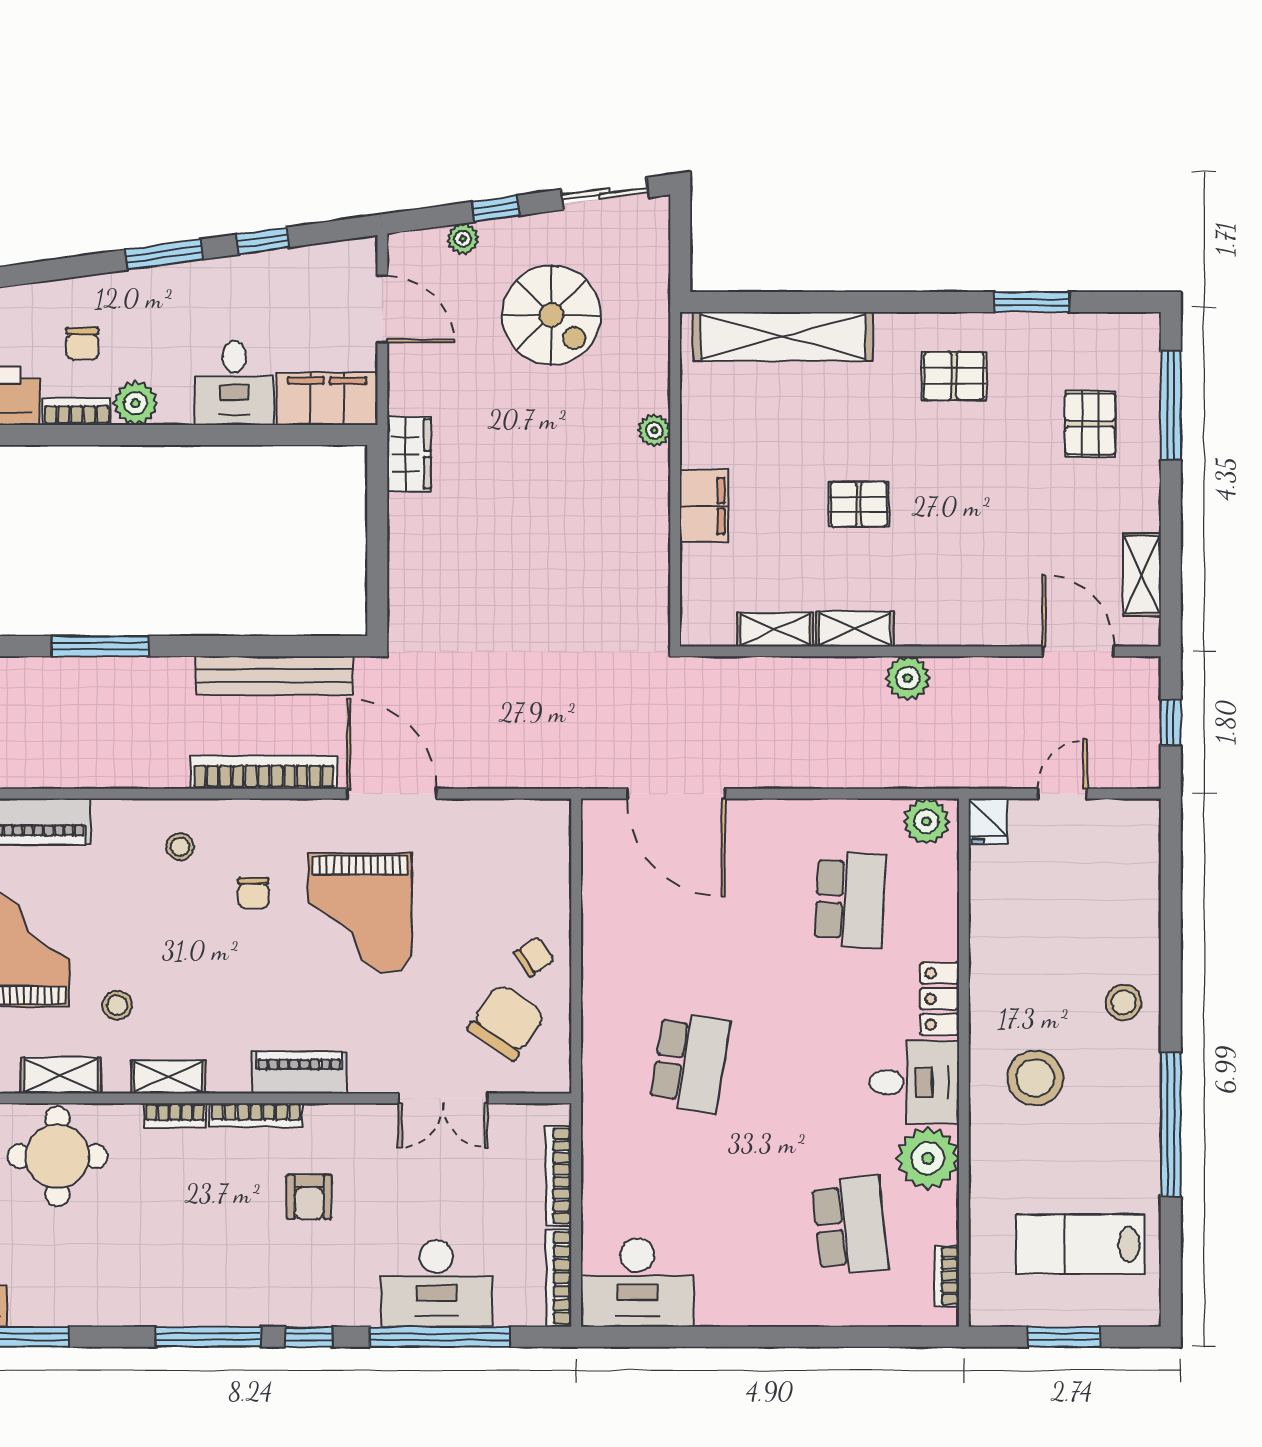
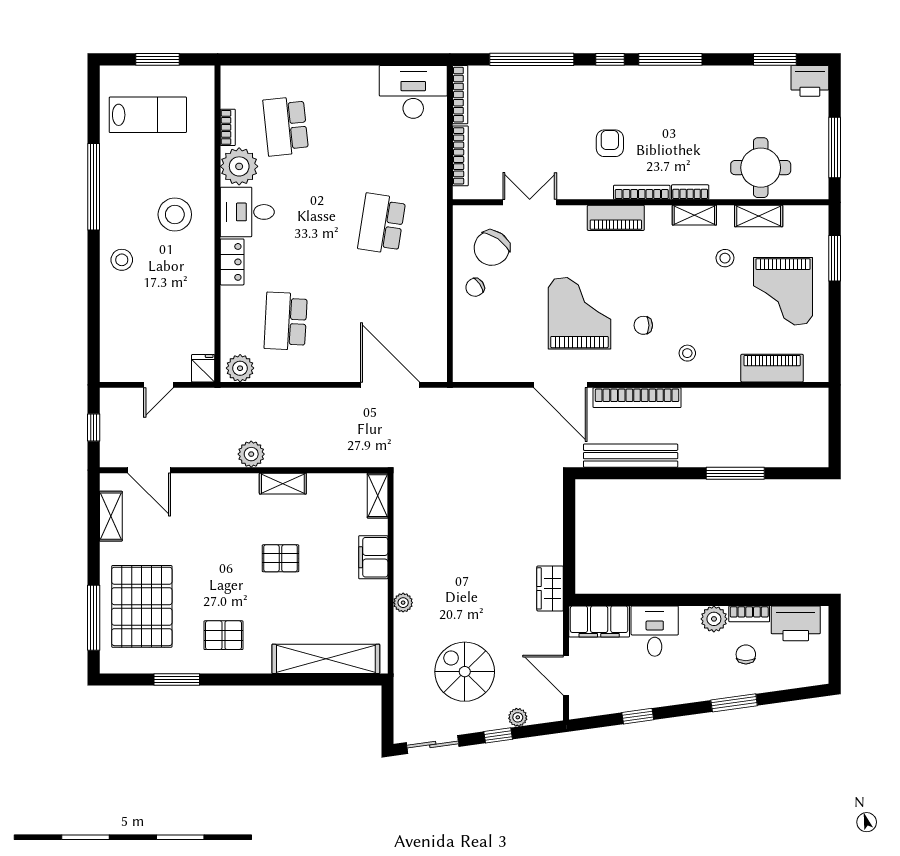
window: (164, 255) -> (734, 703), moved
pallet: (1090, 424) -> (142, 606), width x2.05, depth x2.00
shelving: (775, 630) -> (378, 496), moved, turned 90
chair: (253, 893) -> (643, 325), turned -90
bookcase: (947, 1276) -> (228, 127), moved
desk: (436, 1283) -> (534, 91), removed

